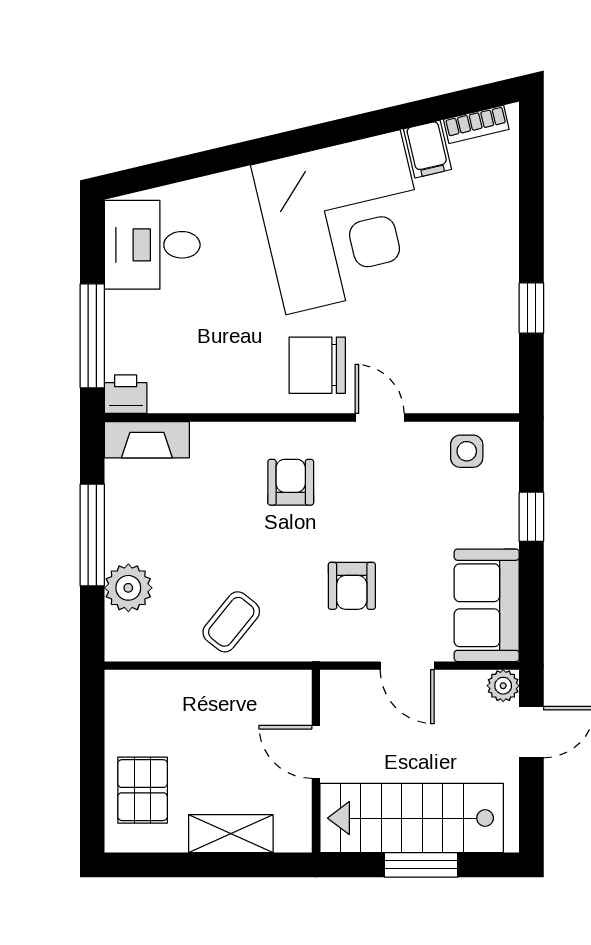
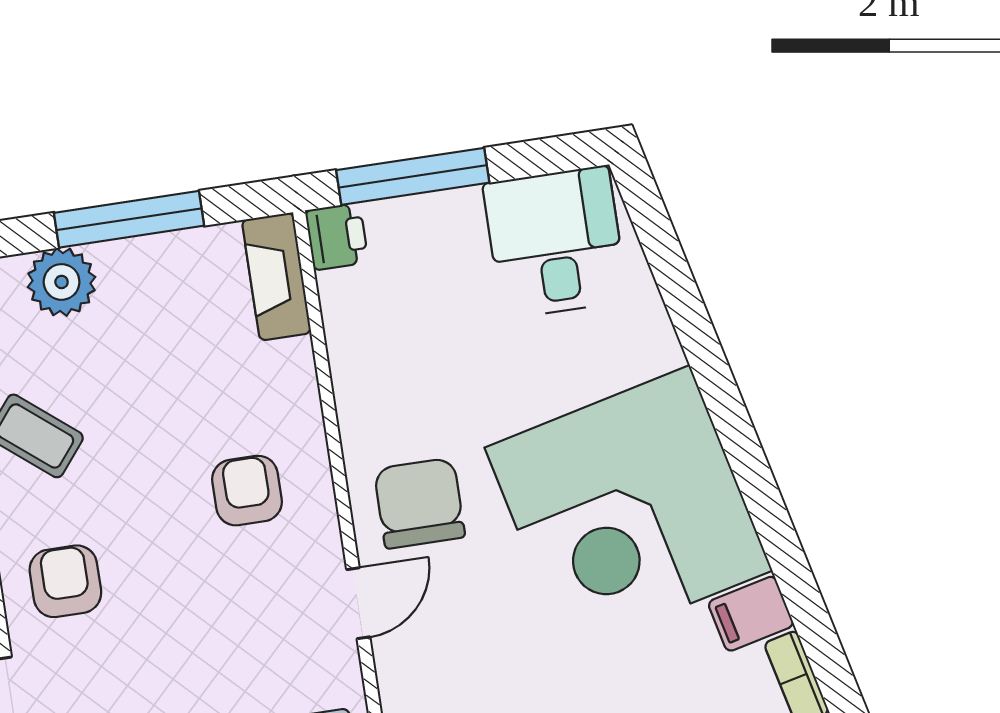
armchair: (291, 482) -> (247, 491), turned -90
armchair: (352, 586) -> (65, 581), moved, turned 90

